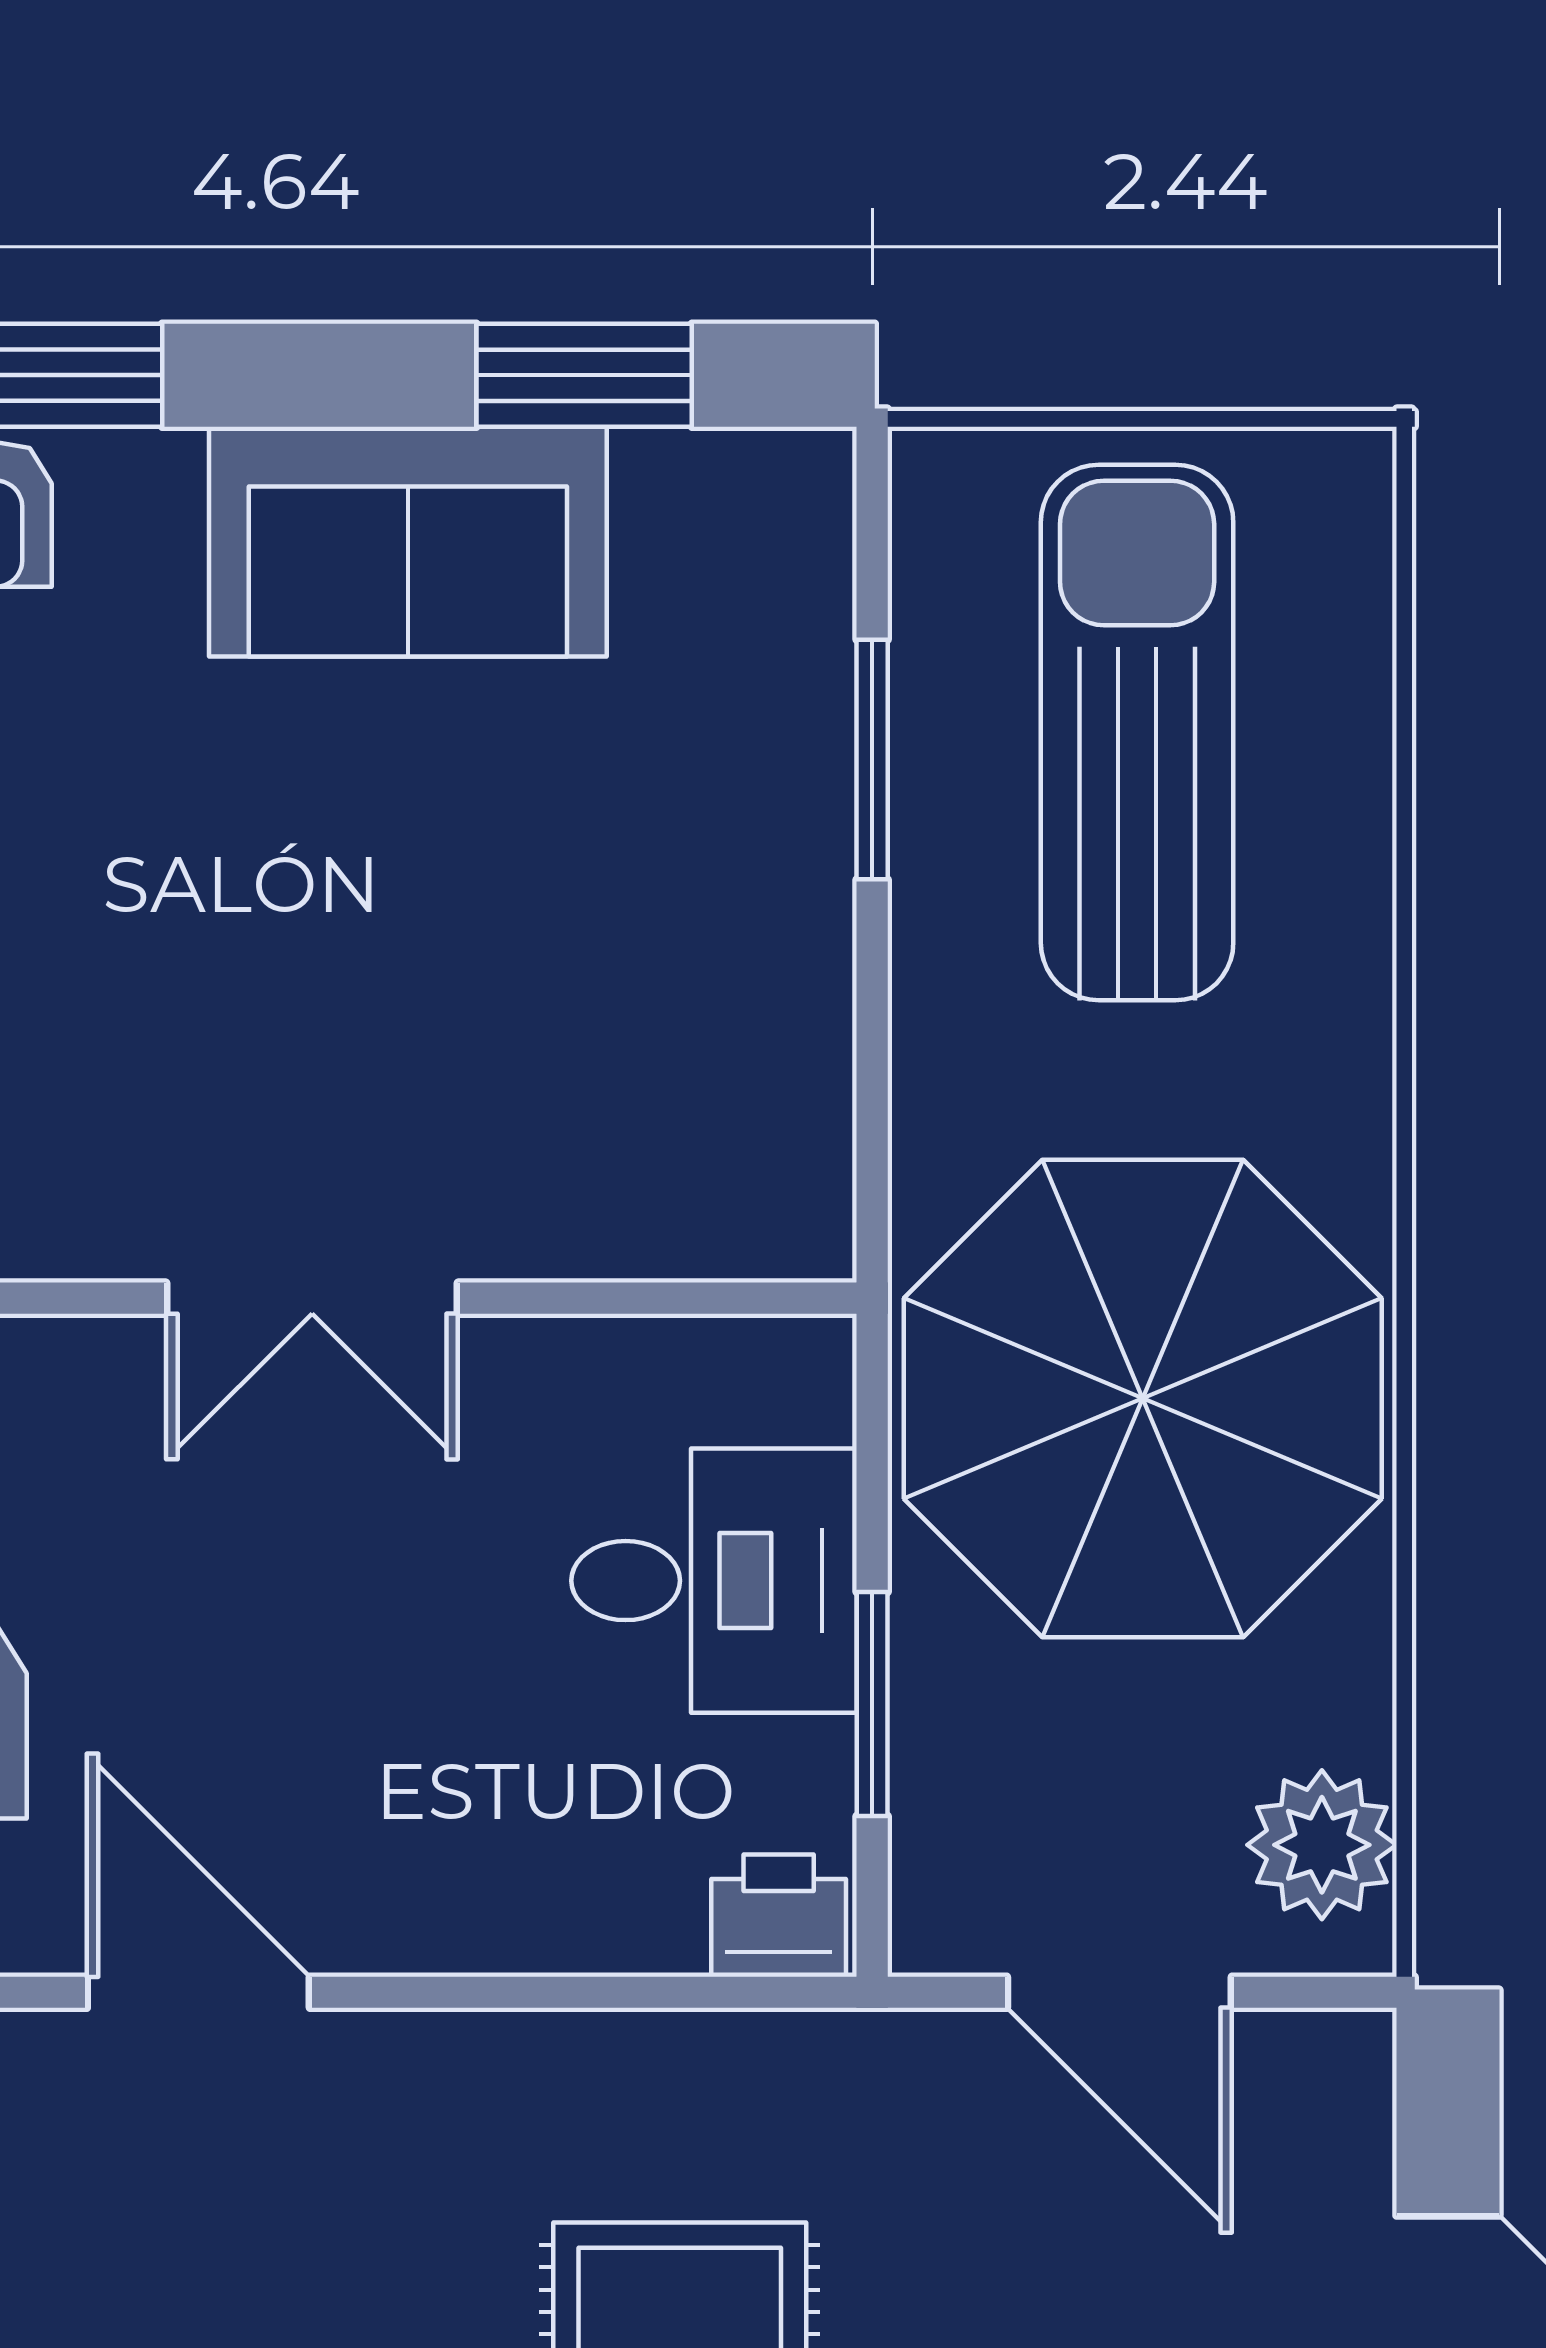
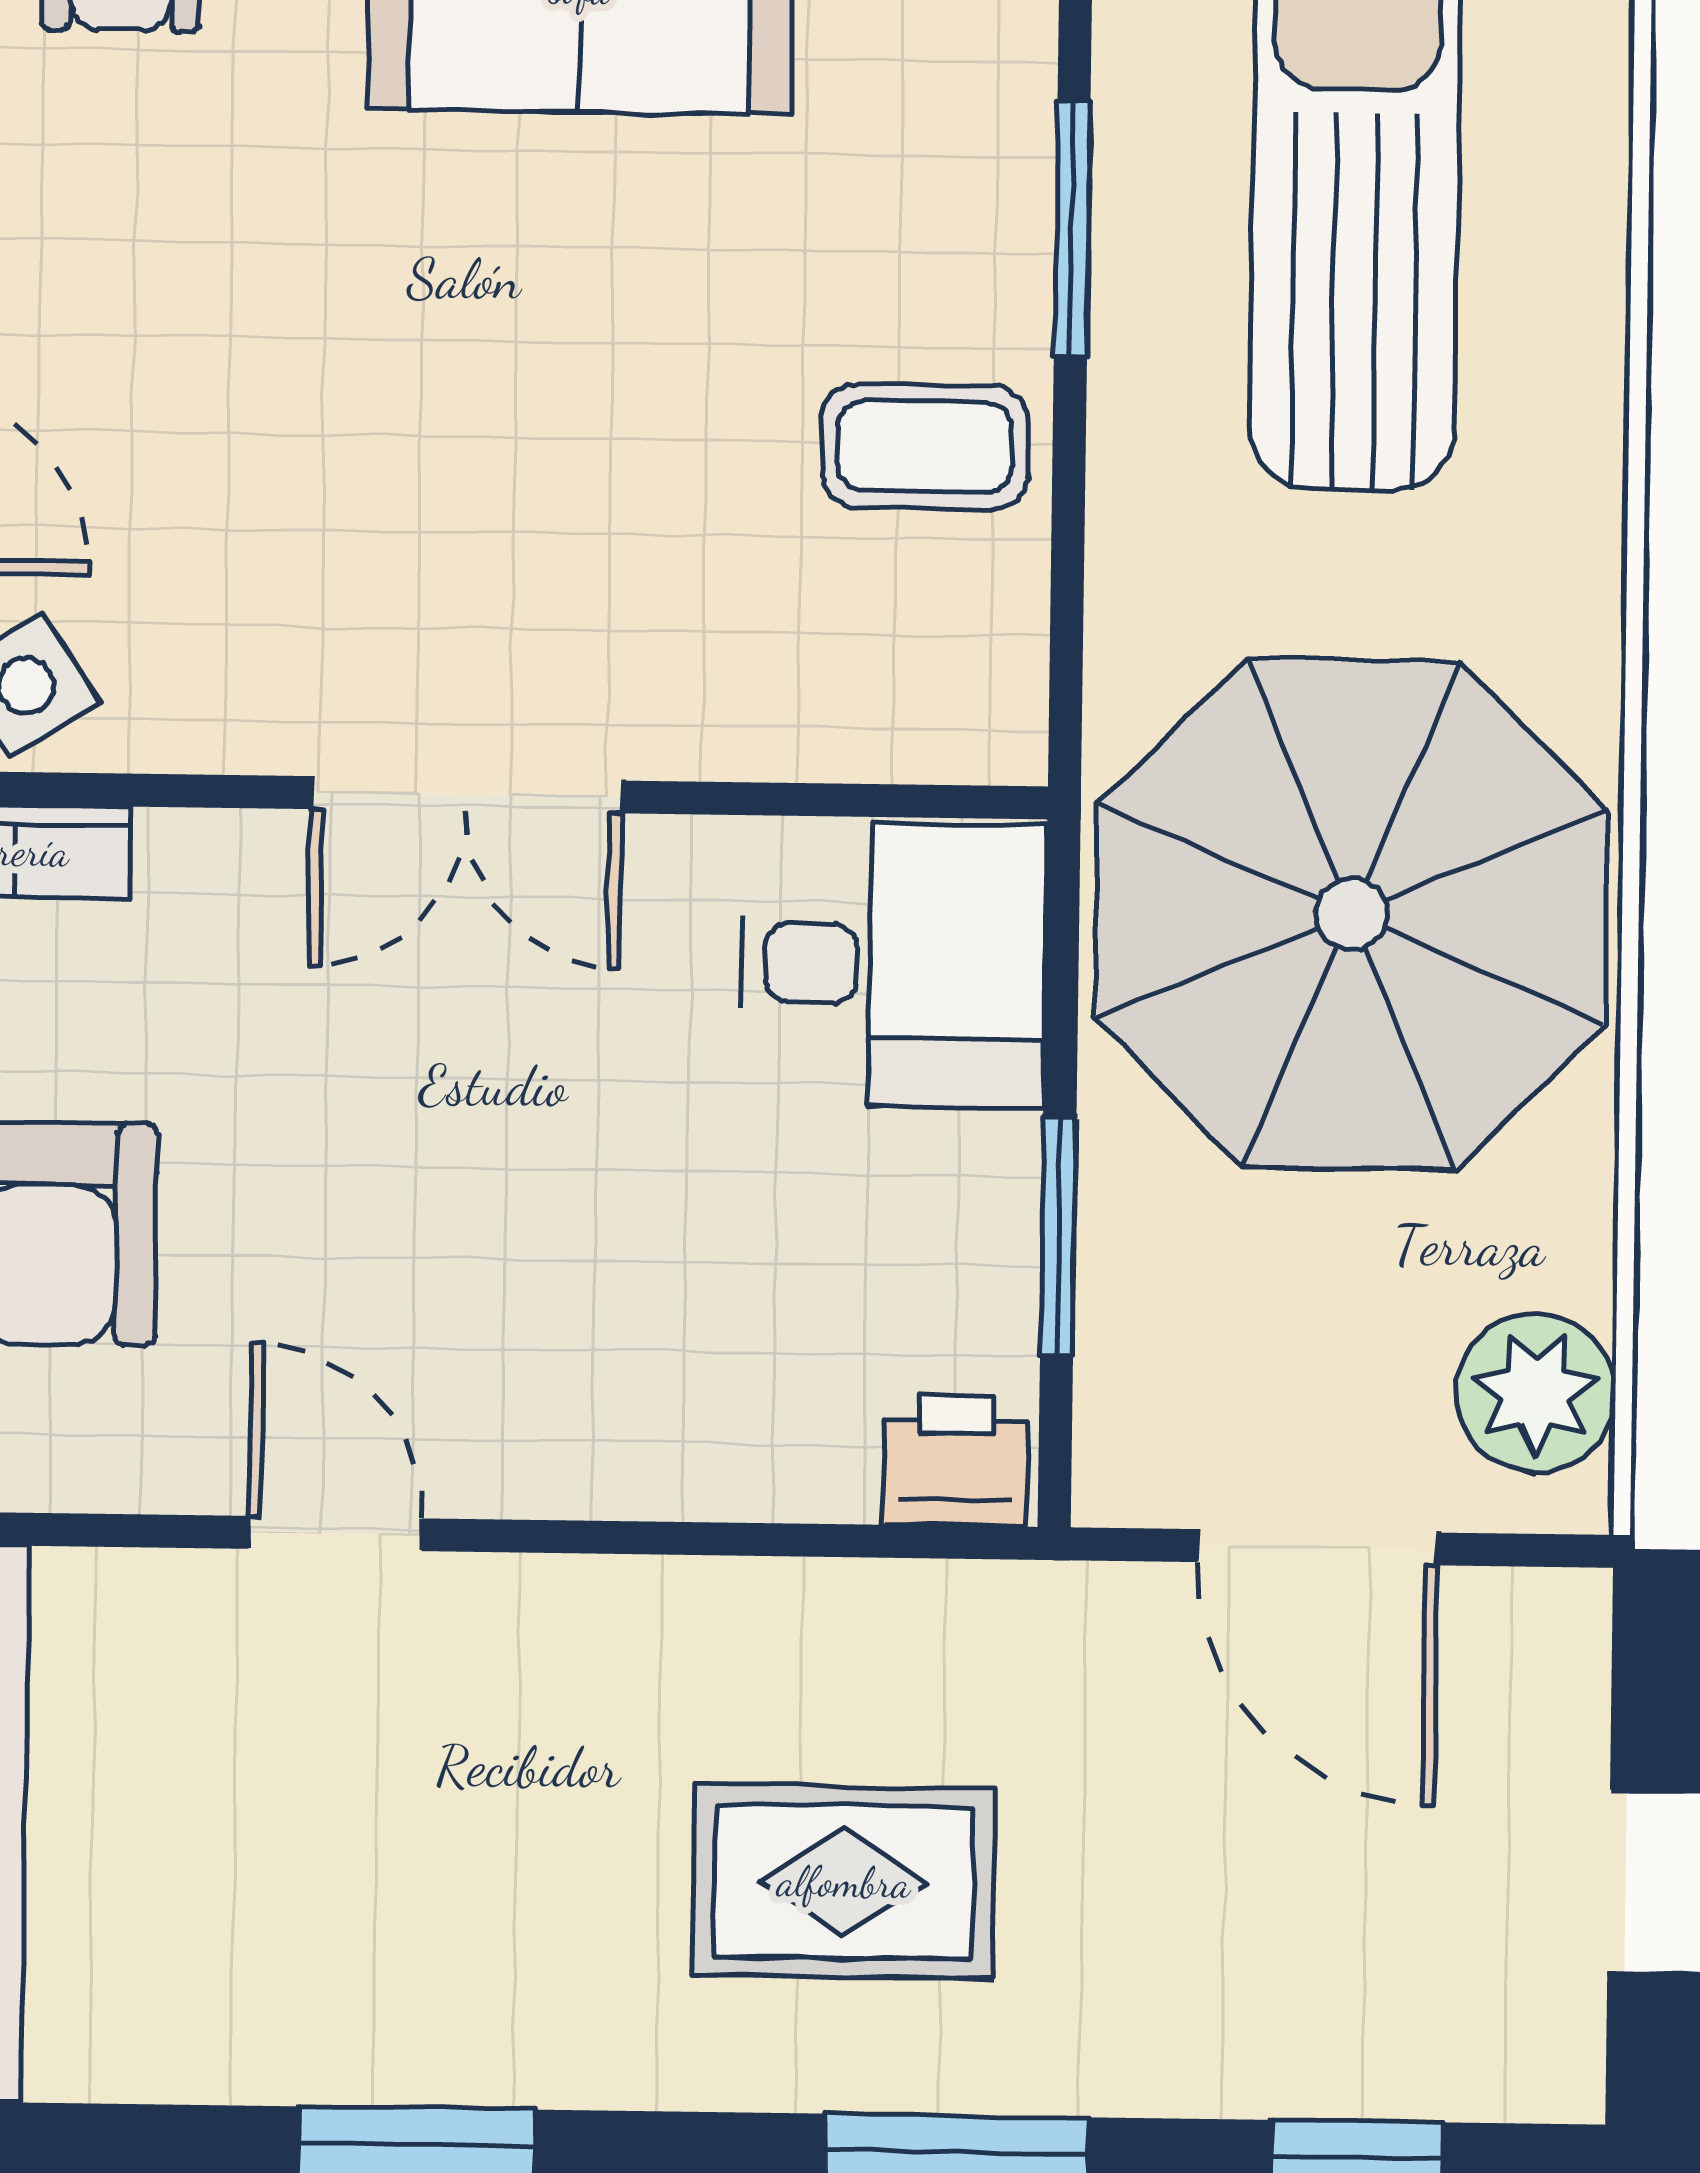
coffee table: (737, 966) -> (925, 447), added
desk: (714, 1581) -> (893, 964), moved
door: (198, 1992) -> (335, 1534), width x0.73

